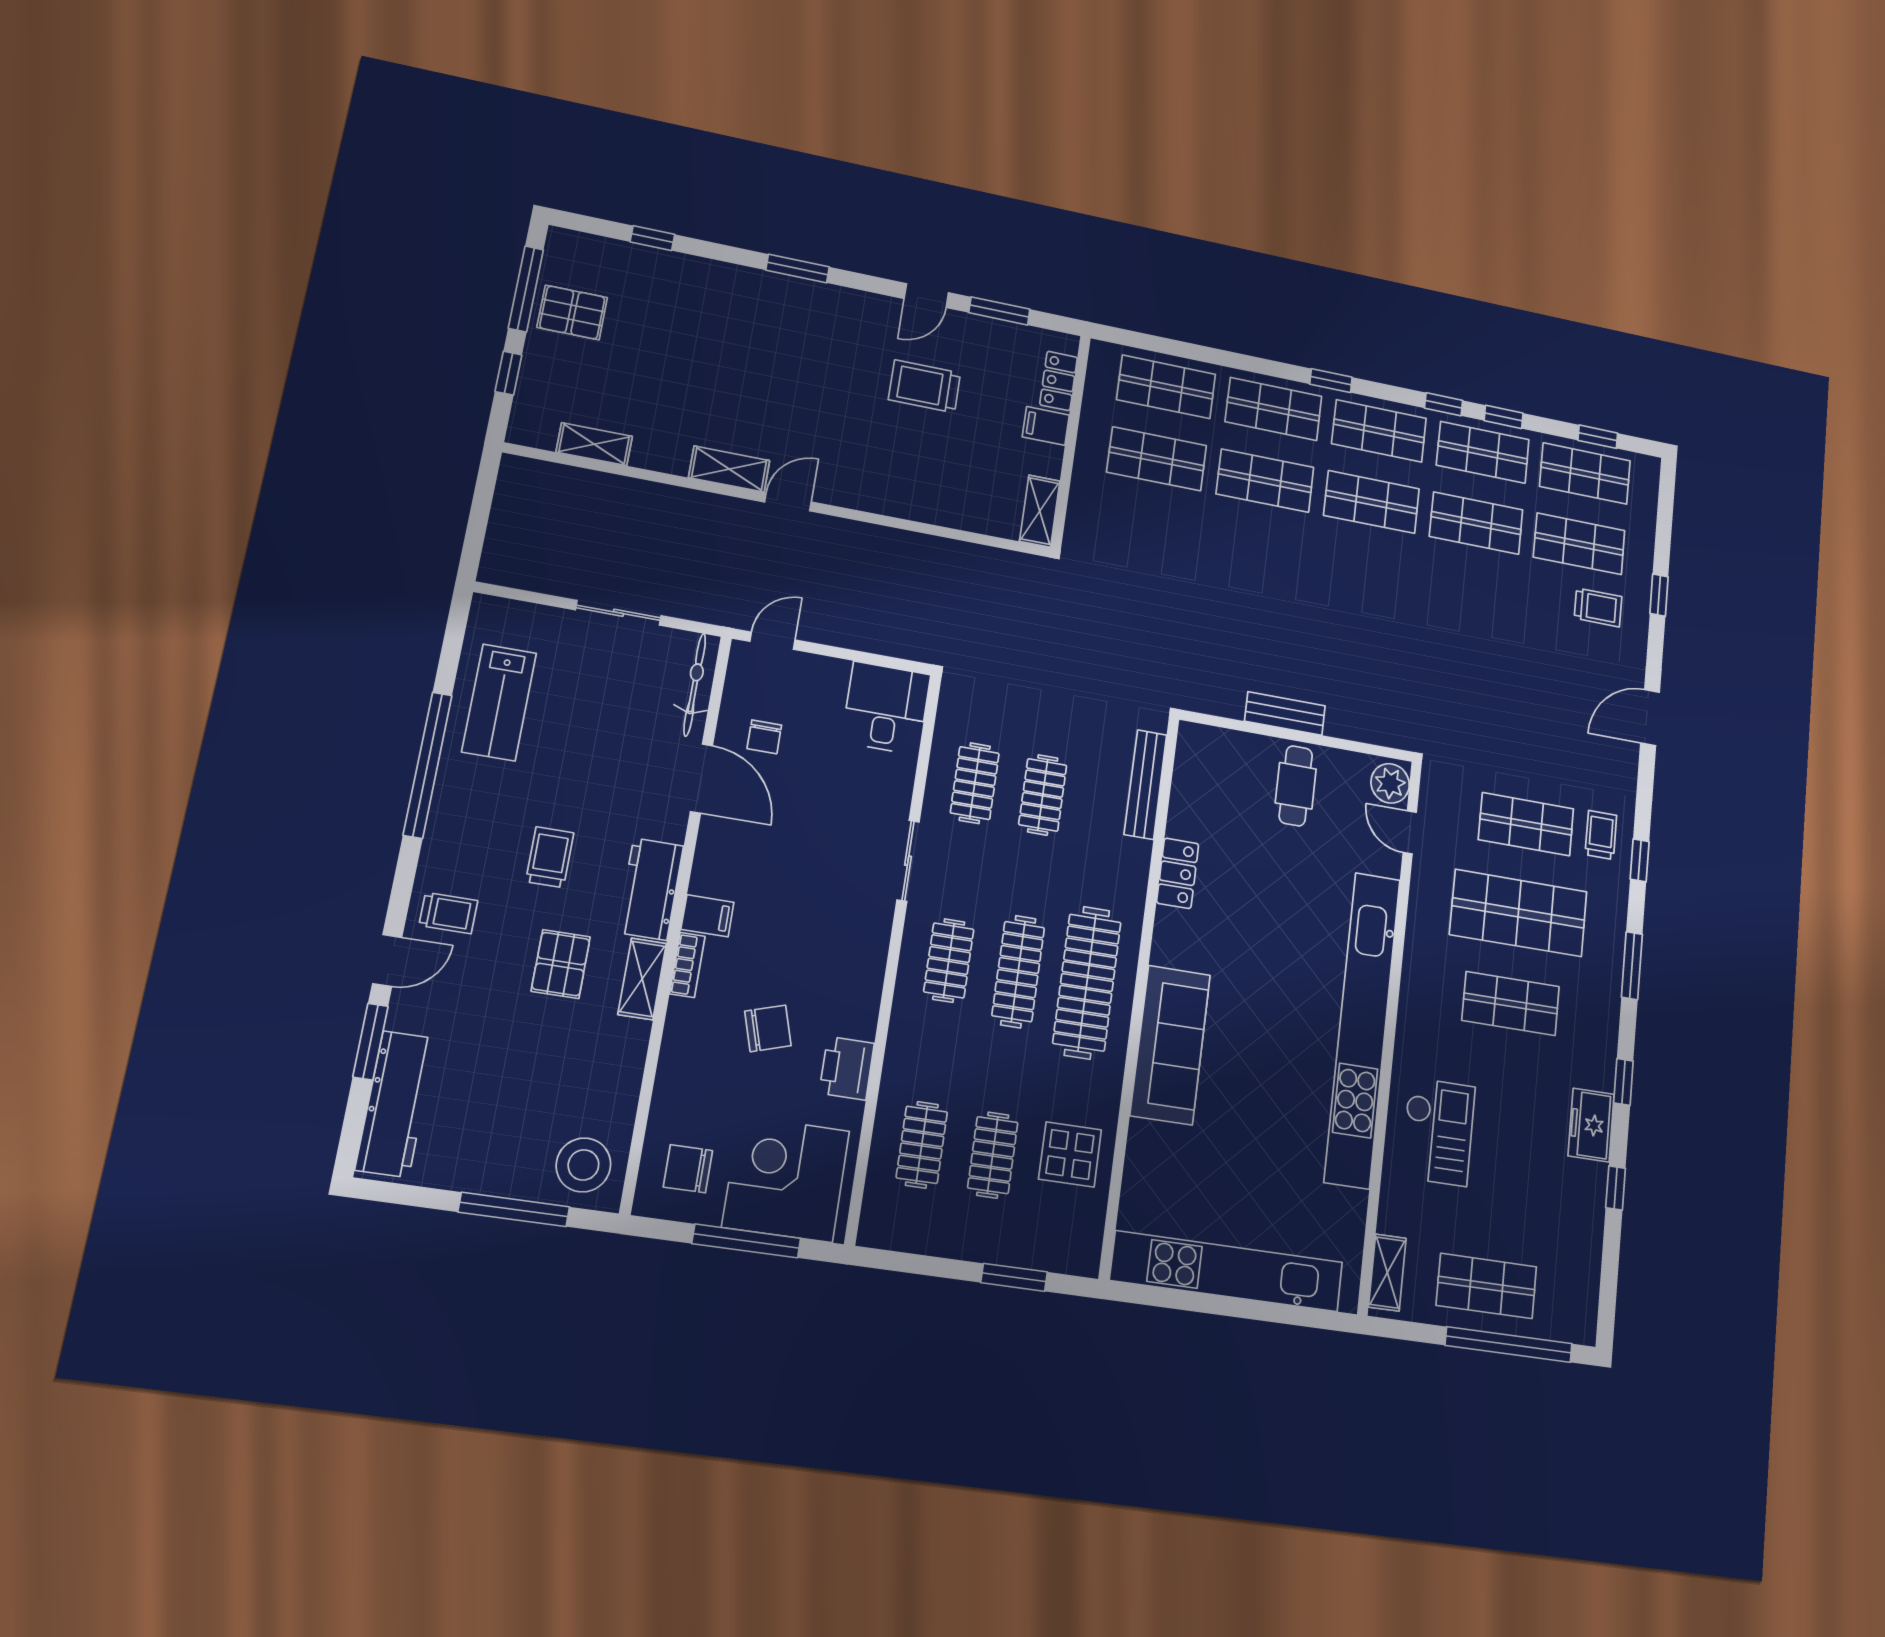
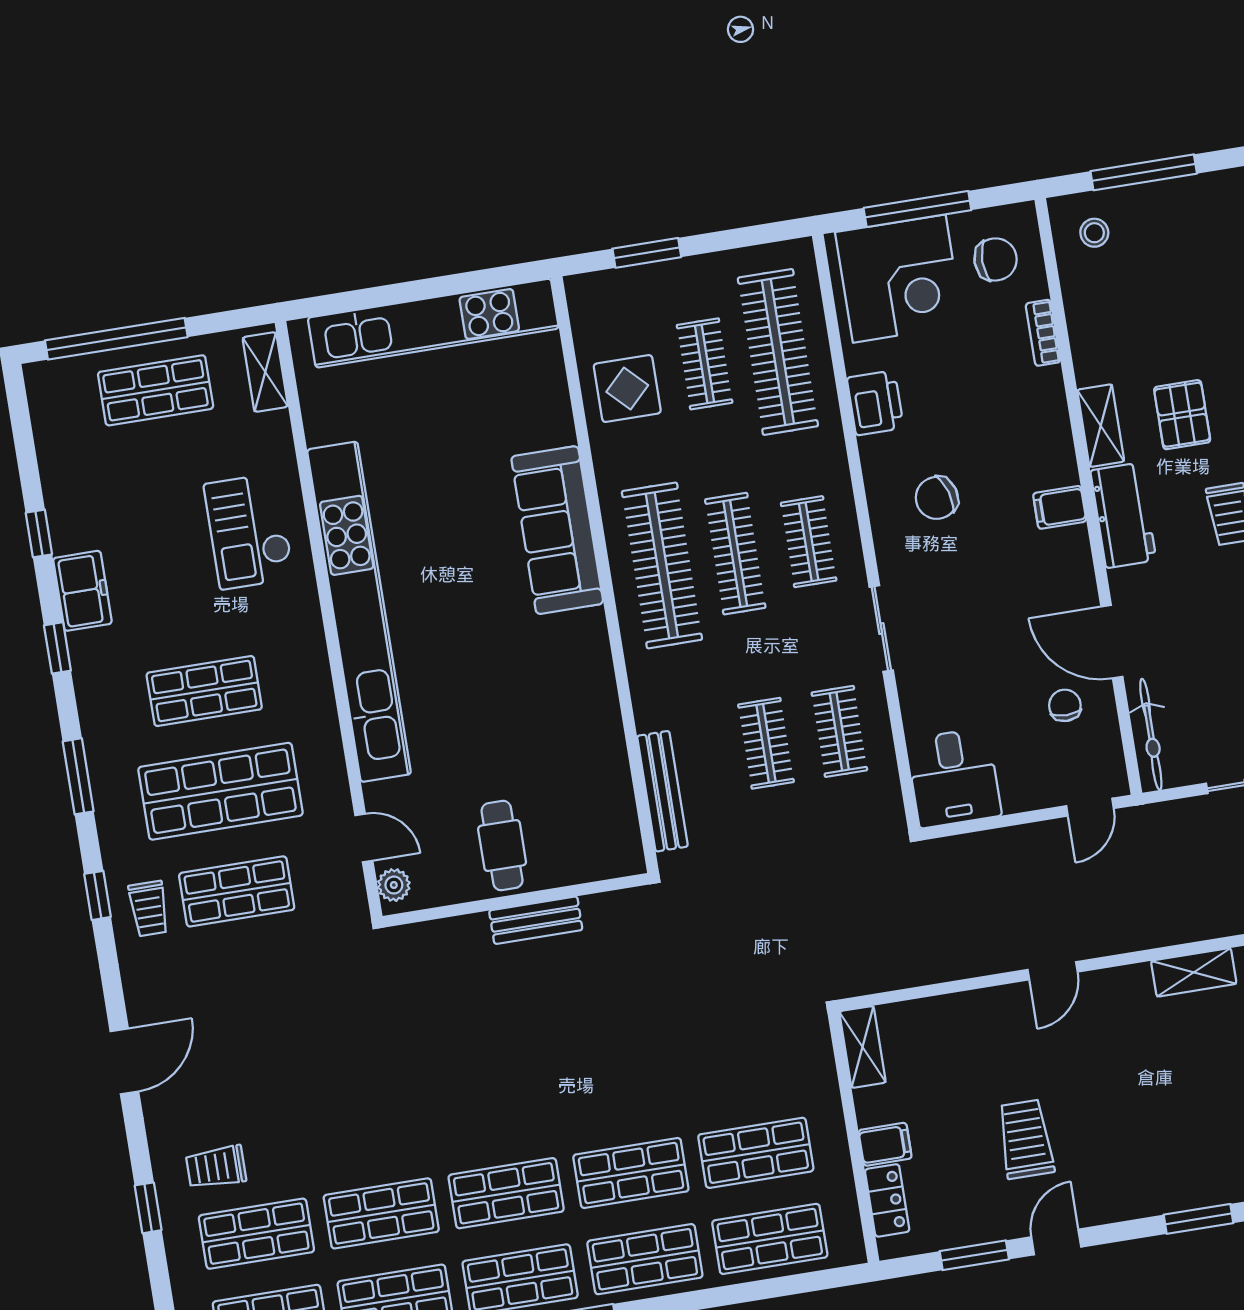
trolley: (925, 386) -> (1026, 1139), turned -90
door: (788, 502) -> (1053, 971), moved
plant: (1390, 783) -> (394, 885), width x0.73, depth x0.73
locker: (1178, 873) -> (601, 709), removed
bookcase: (687, 965) -> (1043, 333), moved
chair: (768, 1028) -> (937, 498), moved
clothes rail: (922, 1145) -> (778, 352), width x1.86, depth x1.31
stool: (583, 1165) -> (1094, 233), width x0.53, depth x0.53

